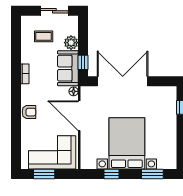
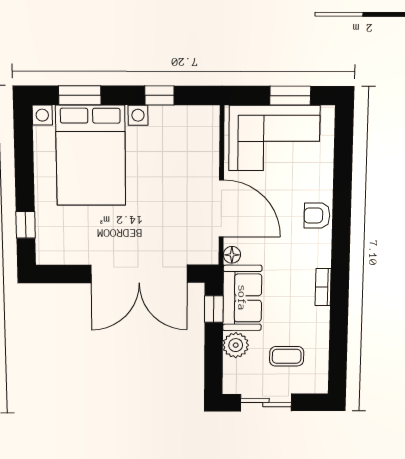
bed with nightstands: (127, 143) -> (91, 155), moved

